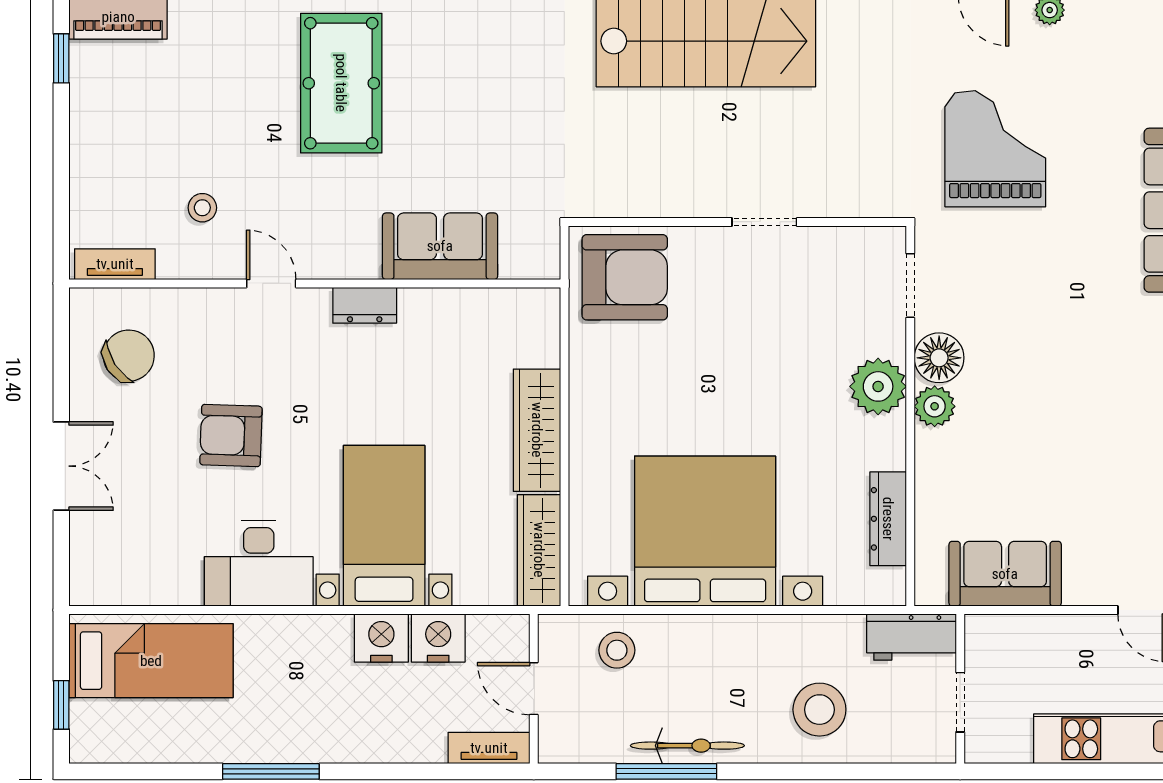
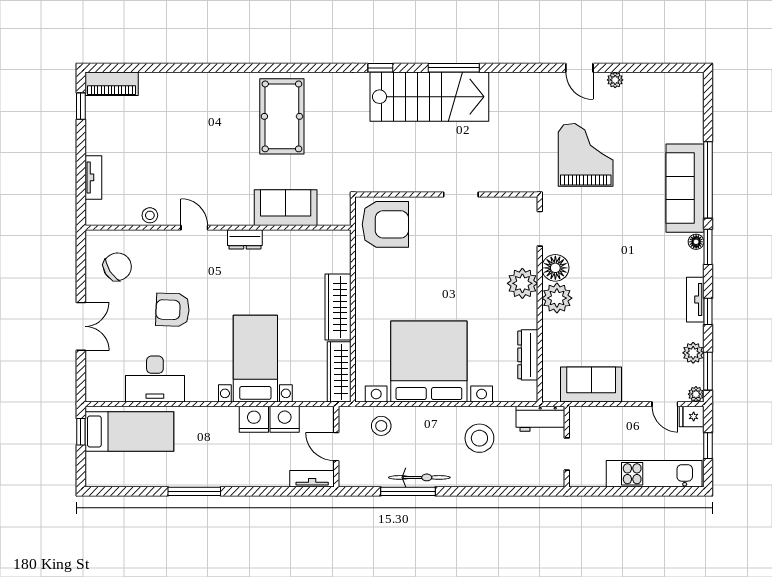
pool table: (341, 83) -> (282, 116), moved
stool: (202, 208) -> (150, 215), moved
tv unit: (115, 264) -> (93, 177), moved, turned 90
plant: (935, 406) -> (557, 298), width x1.36, depth x1.36
desk: (259, 563) -> (155, 379), moved
window: (61, 705) -> (81, 432), moved
stool: (819, 710) -> (479, 438), moved

